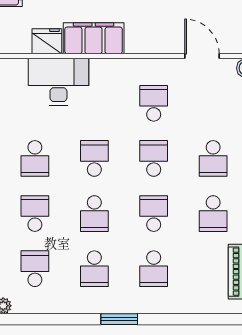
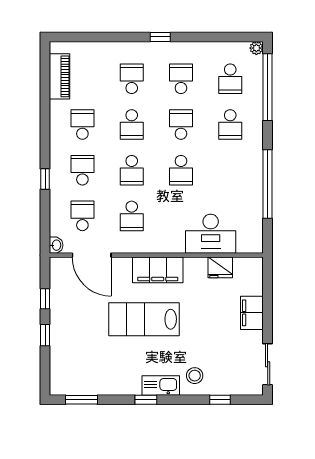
filing cabinet: (94, 38) -> (158, 270), moved
door: (202, 56) -> (92, 255), width x1.36
school desk: (35, 158) -> (82, 216), moved
window: (119, 319) -> (160, 37), width x0.67

